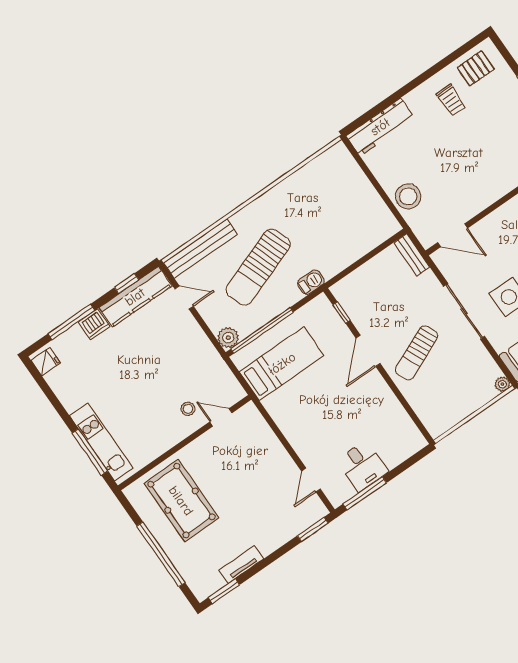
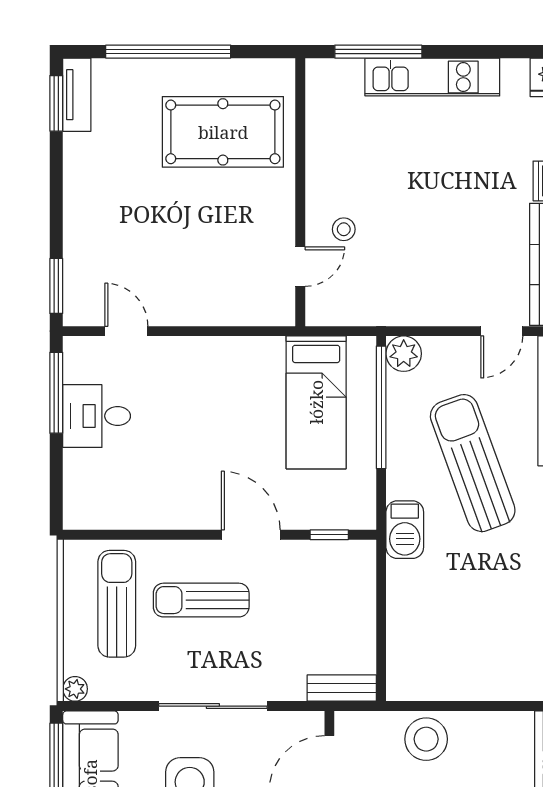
barbecue: (311, 282) -> (405, 530), width x1.38, depth x1.27
sun lounger: (417, 353) -> (201, 600), turned -66
sun lounger: (447, 393) -> (117, 604), added
kitchen unit: (101, 442) -> (432, 77), moved
tv unit: (241, 564) -> (77, 95), moved

